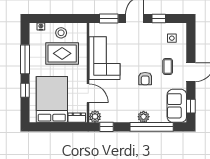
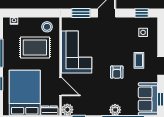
window: (159, 19) -> (142, 13), moved
stool: (61, 33) -> (47, 27), moved

